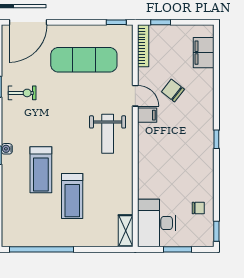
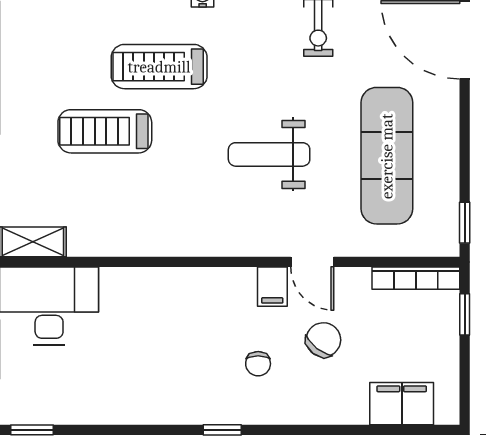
door: (135, 96) -> (312, 262), hinge flipped
weight bench: (108, 134) -> (269, 154), moved
chair: (198, 208) -> (258, 364), moved

